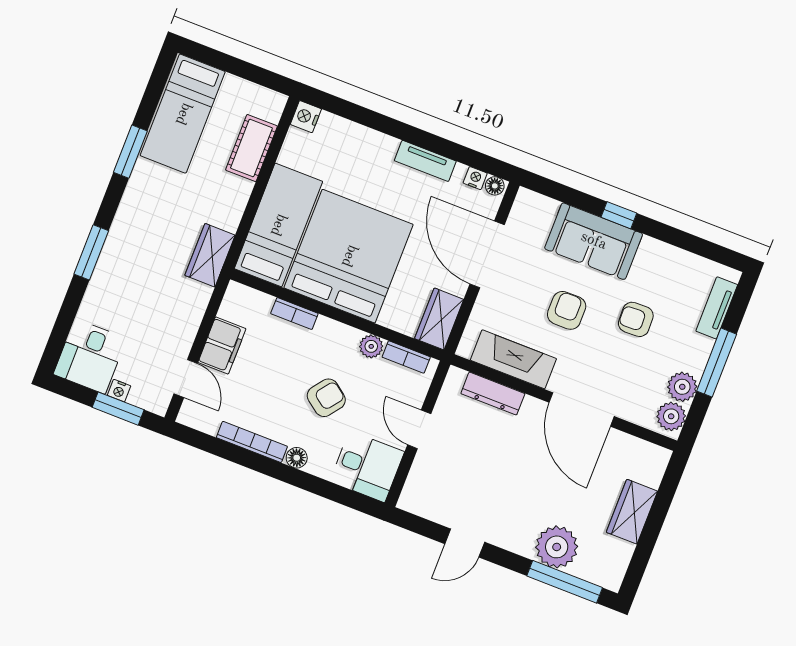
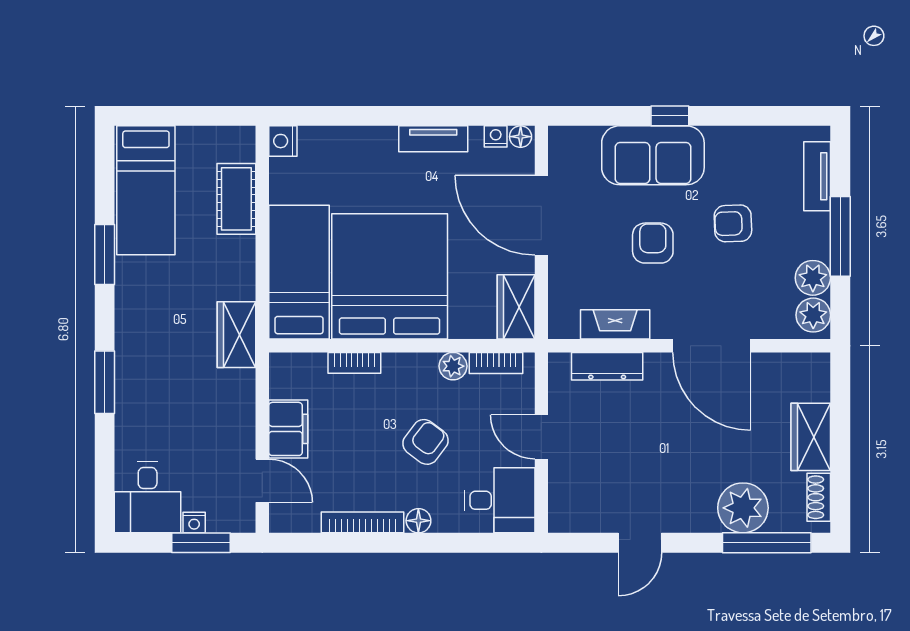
fireplace: (513, 359) -> (615, 324), width x0.73, depth x0.76
shoe rack: (620, 562) -> (819, 497), added

